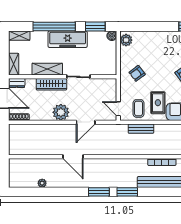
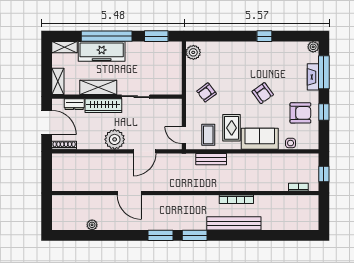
boiler: (112, 36) -> (176, 47), removed
freezer: (68, 39) -> (102, 51), moved
dresser: (17, 83) -> (74, 104), moved

